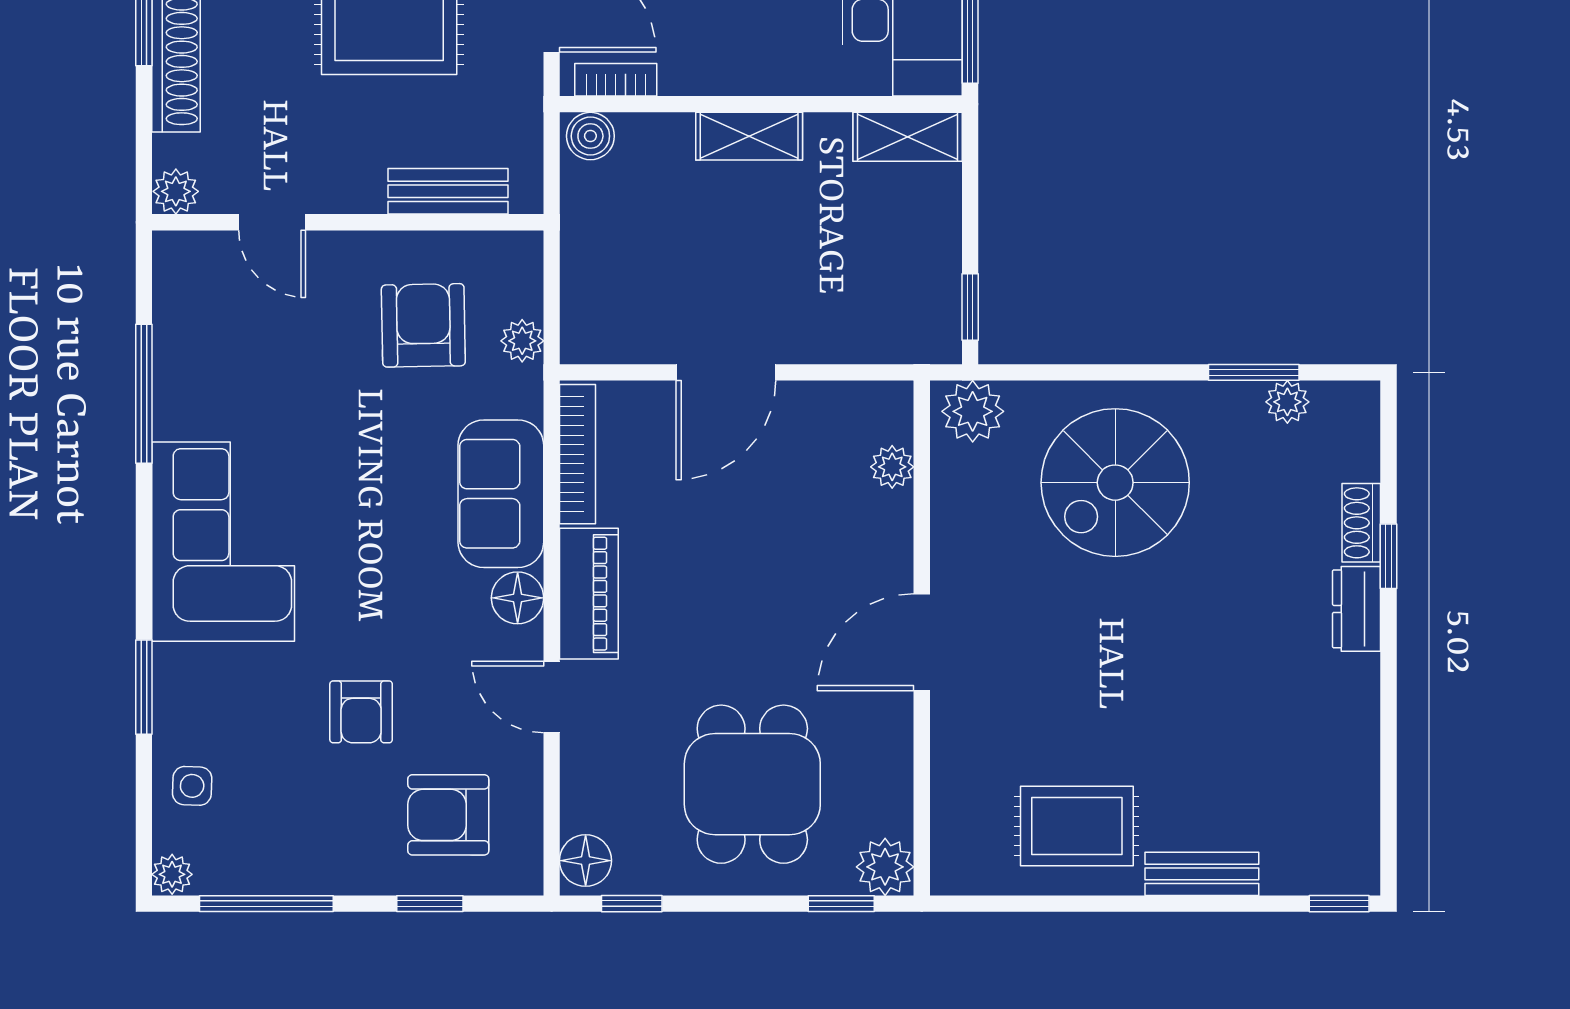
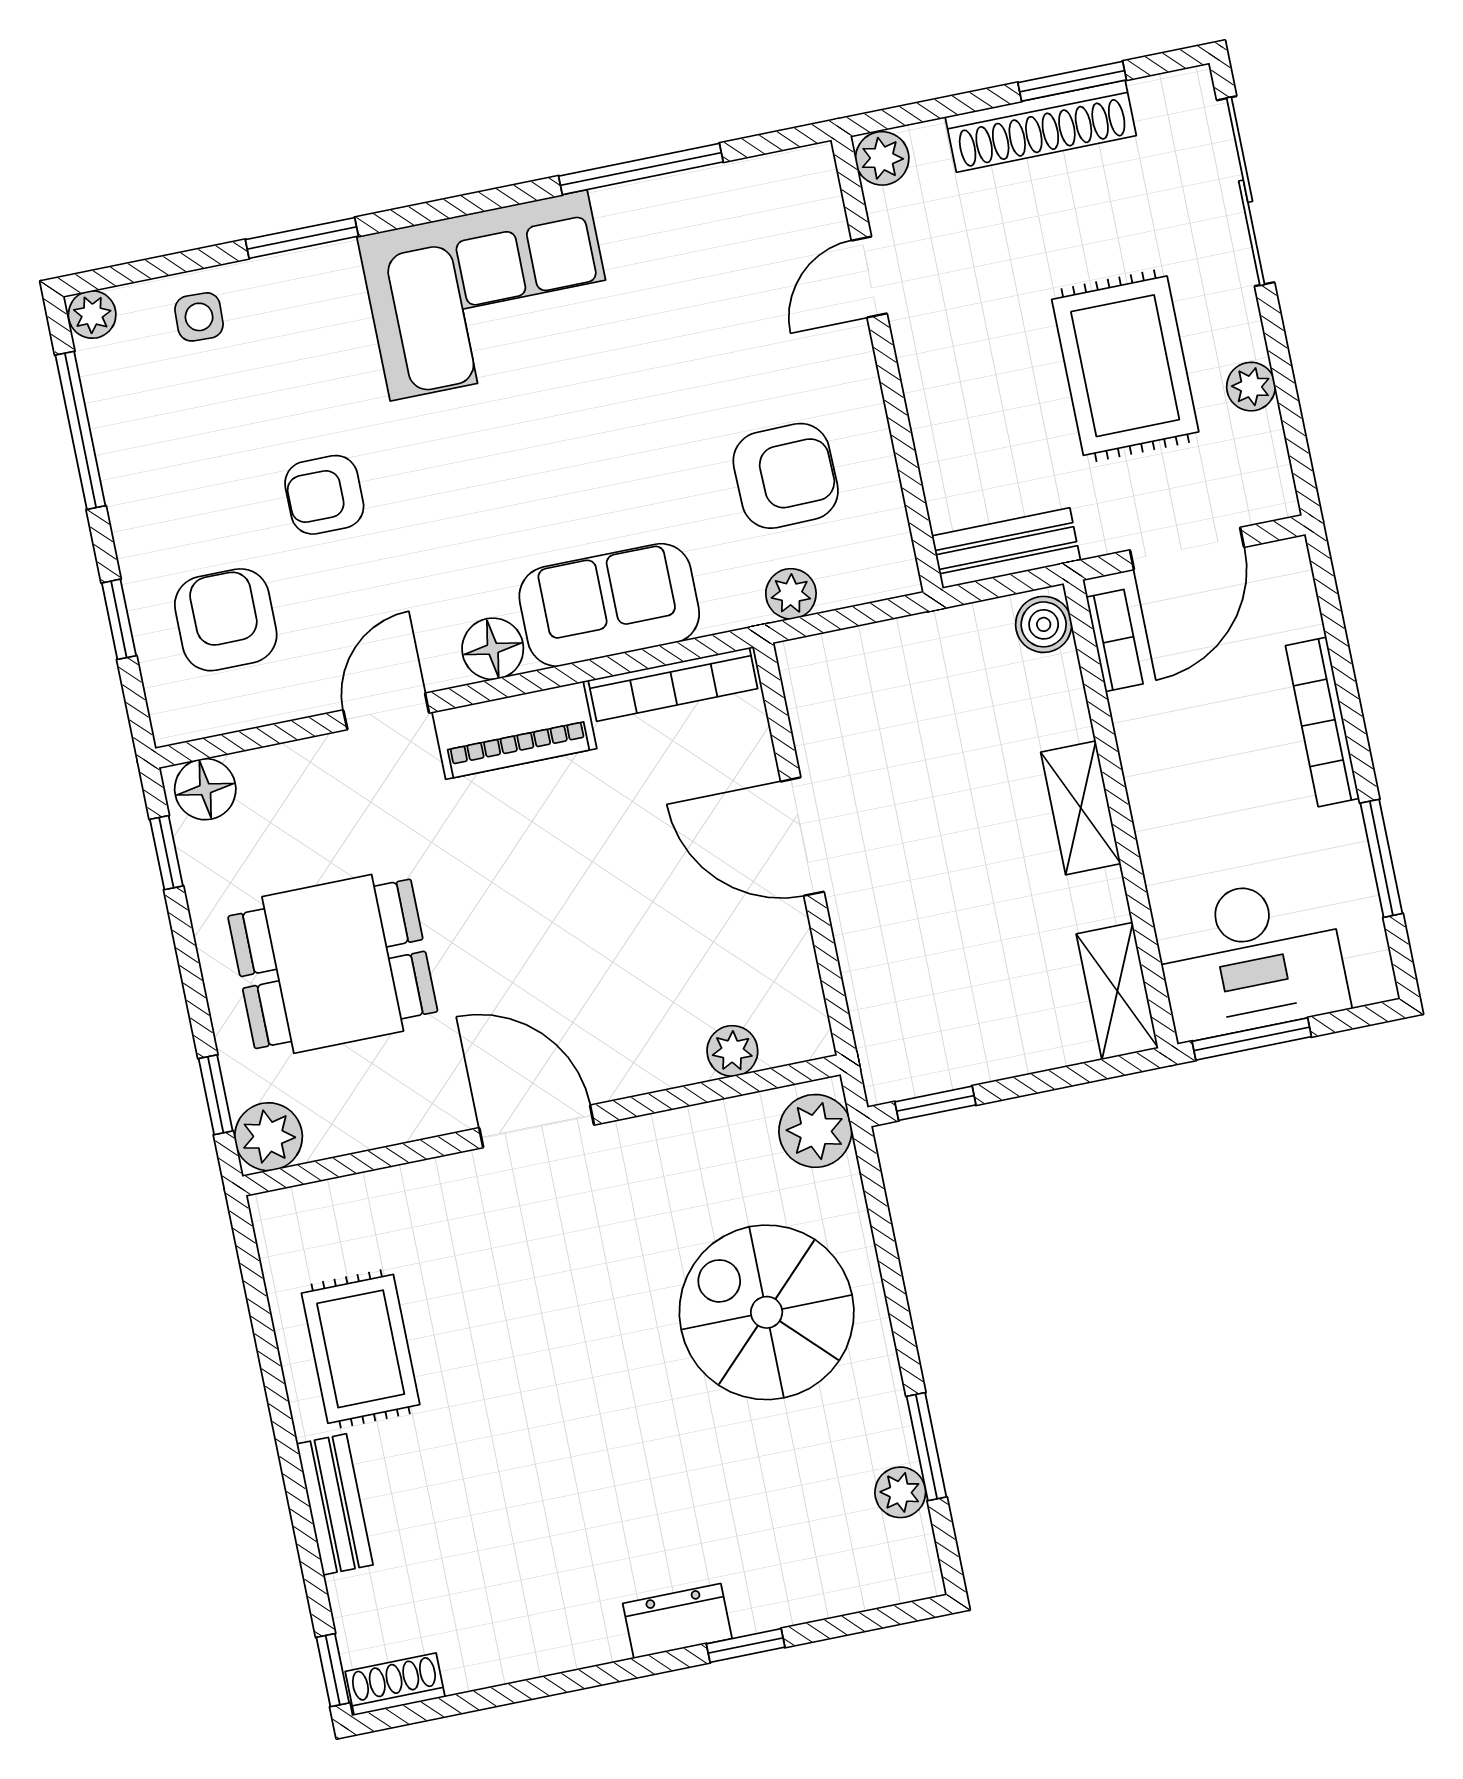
bench: (448, 191) -> (1006, 548), moved, turned 90
shoe rack: (1361, 523) -> (395, 1684), moved

